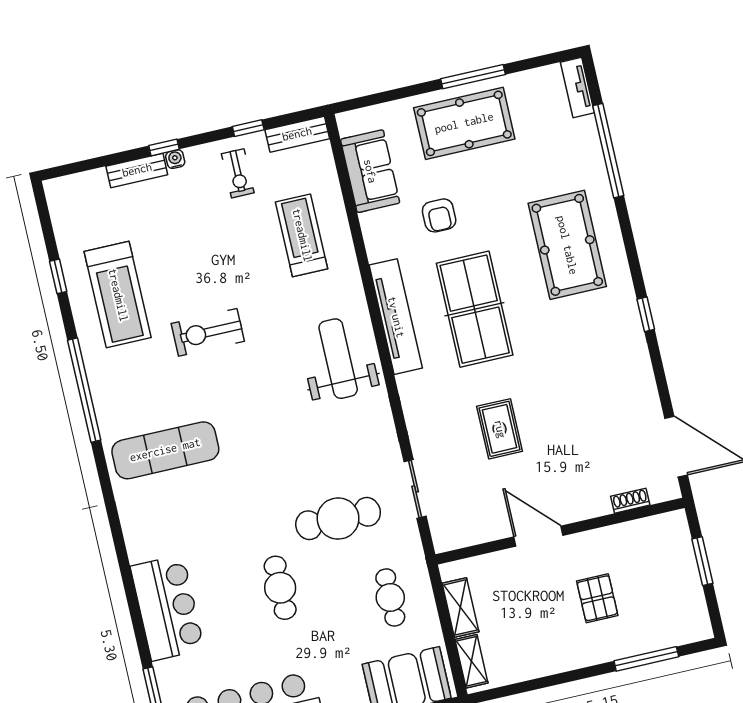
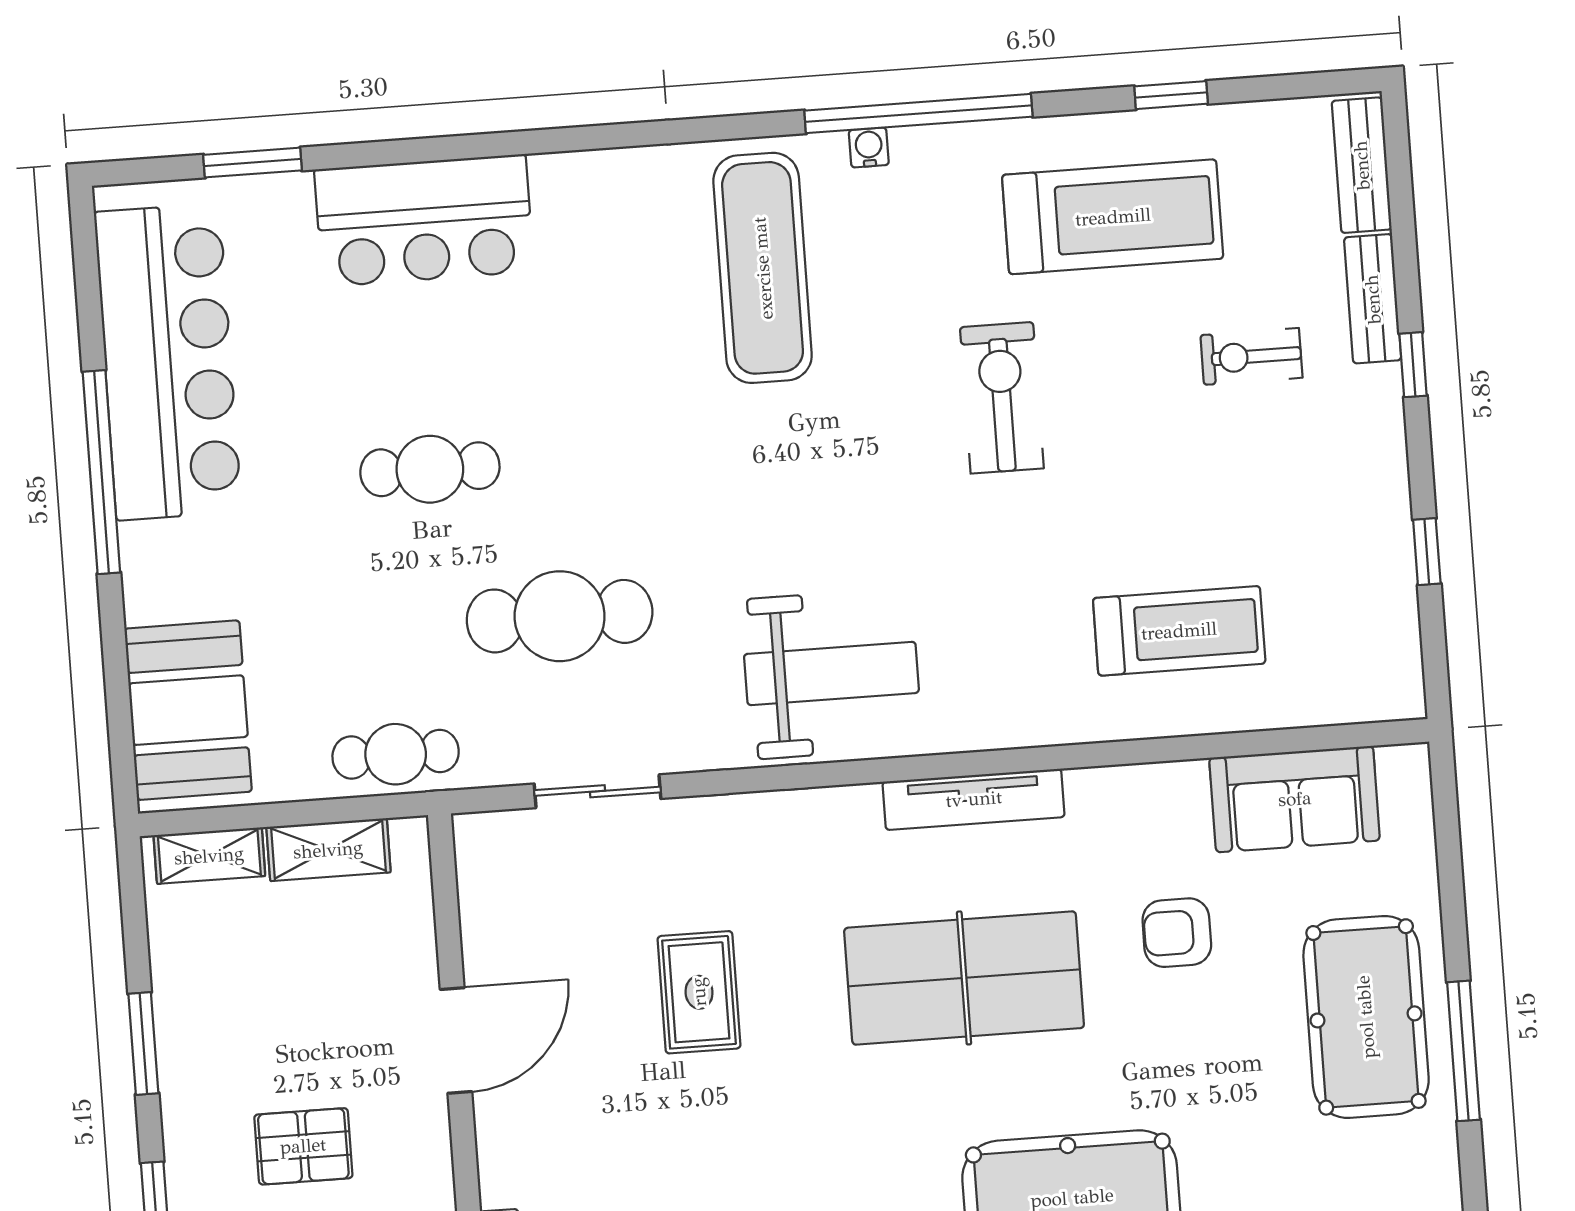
bench: (297, 134) -> (1362, 165), moved
water cooler: (175, 159) -> (869, 148), moved, turned -90
exercise bike: (238, 173) -> (1251, 356), moved
treadmill: (118, 295) -> (1113, 217), turned 180
tv unit: (396, 317) -> (974, 799), width x0.73, depth x0.78
weight bench: (338, 359) -> (831, 673), moved
rug: (500, 429) -> (699, 992), turned 90
cafe table: (338, 519) -> (560, 616), turned 90
cafe table: (390, 597) -> (396, 754), moved
window: (562, 678) -> (143, 1043), added

